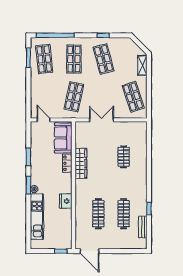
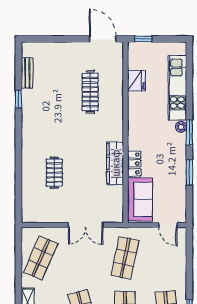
shop shelf: (133, 97) -> (41, 258), turned 42
fridge: (66, 201) -> (136, 81), moved
clothes rail: (124, 214) -> (54, 92), removed

